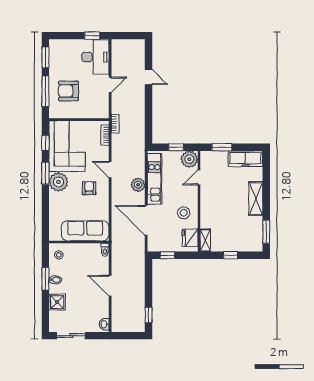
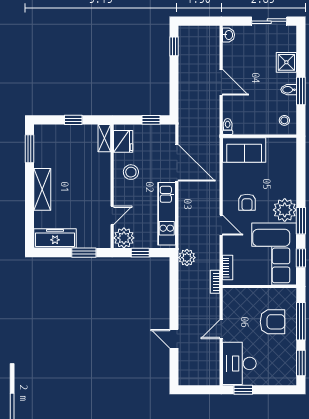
plant: (138, 185) -> (187, 258), moved
sofa: (85, 231) -> (244, 150), width x0.73

